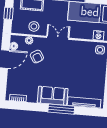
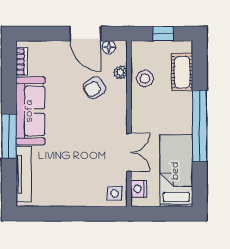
double door: (58, 38) -> (129, 152), moved
sofa: (53, 96) -> (30, 111), width x1.36

